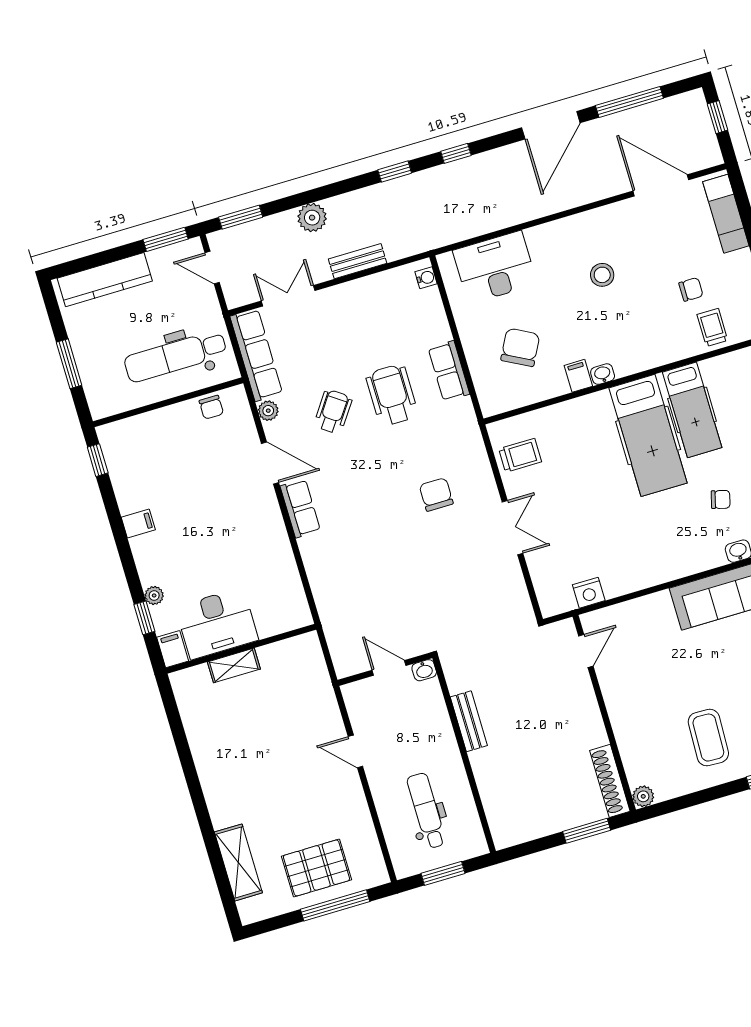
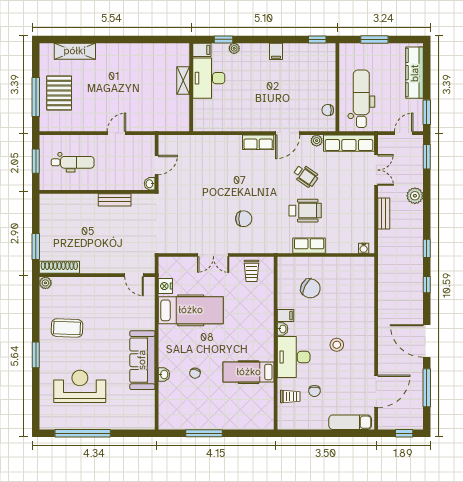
desk: (495, 267) -> (294, 357), moved, turned 180
hospital bed: (648, 435) -> (191, 310), moved, turned 180

